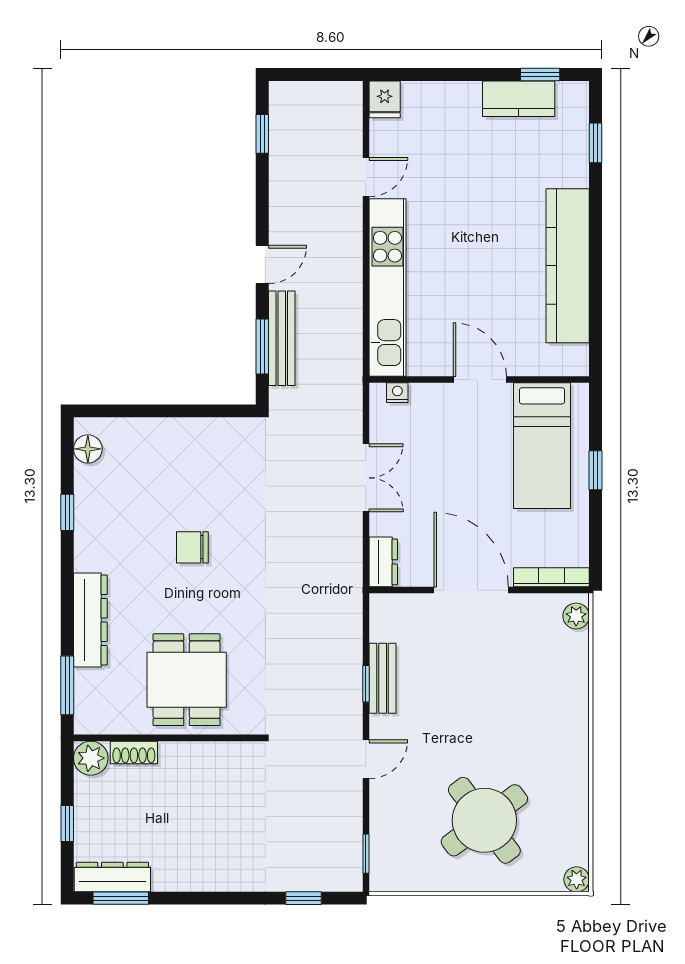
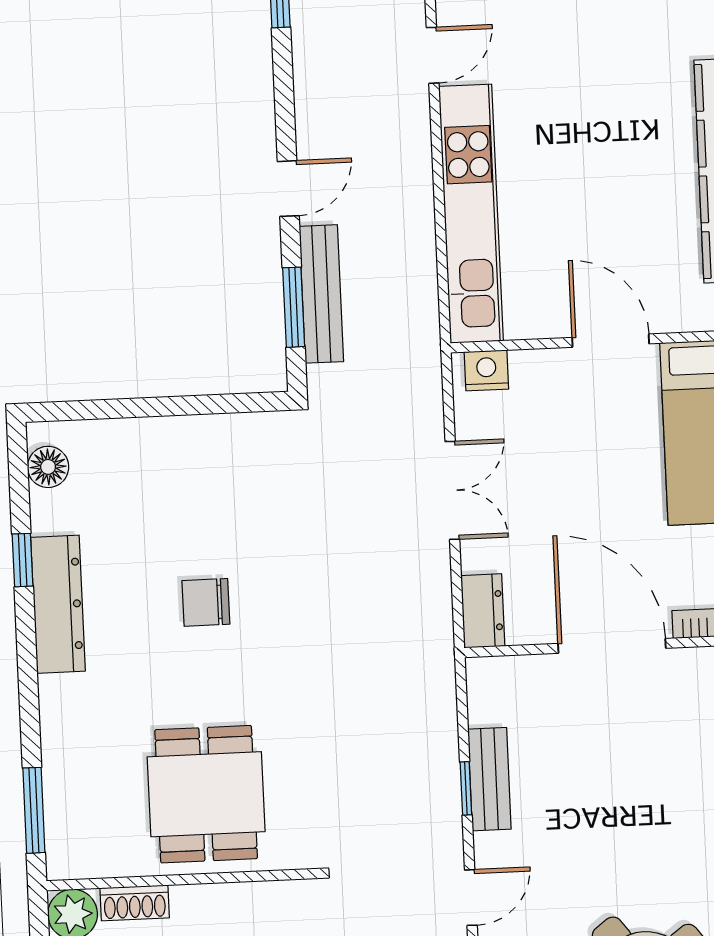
nightstand: (397, 393) -> (486, 370), width x1.39, depth x1.35
dresser: (90, 620) -> (58, 604), moved

